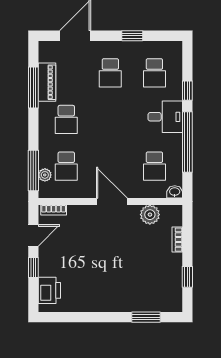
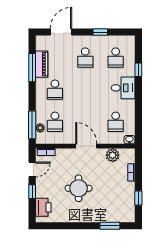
window: (187, 142) -> (138, 105), removed
round table: (101, 263) -> (79, 188), added

